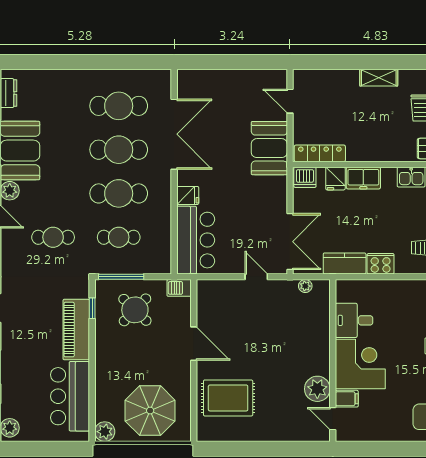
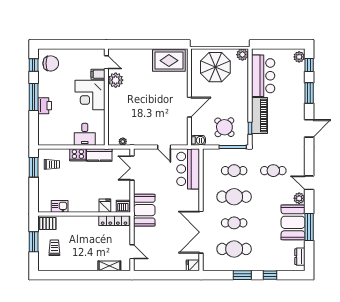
window: (59, 62) -> (270, 275), added
window: (105, 62) -> (242, 275), added
shelving: (379, 78) -> (109, 266), moved
booth: (269, 148) -> (144, 210), moved
cafe table: (119, 150) -> (234, 223), width x0.73, depth x0.74
freezer: (363, 178) -> (88, 206), removed
fridge: (188, 195) -> (193, 265), moved
double door: (290, 242) -> (132, 168), width x0.73
door: (256, 277) -> (164, 147), moved
desk: (354, 320) -> (85, 134), moved, turned 90
door: (194, 344) -> (189, 107), swing flipped
rug: (228, 398) -> (169, 61), moved

